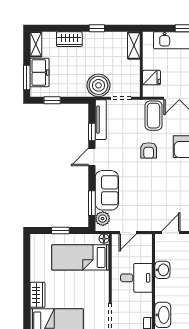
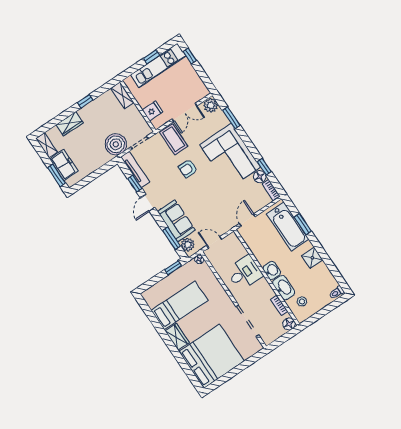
window: (52, 100) -> (88, 180), removed
armchair: (149, 150) -> (188, 168), turned 90
window: (60, 230) -> (173, 268), moved
door: (128, 232) -> (214, 242), swing flipped
bed: (80, 257) -> (180, 305), moved, turned 180
washbasin: (162, 270) -> (272, 270), moved

